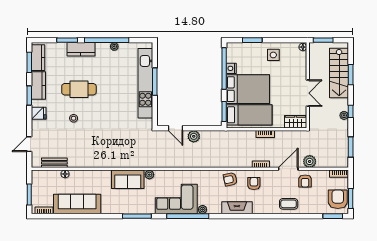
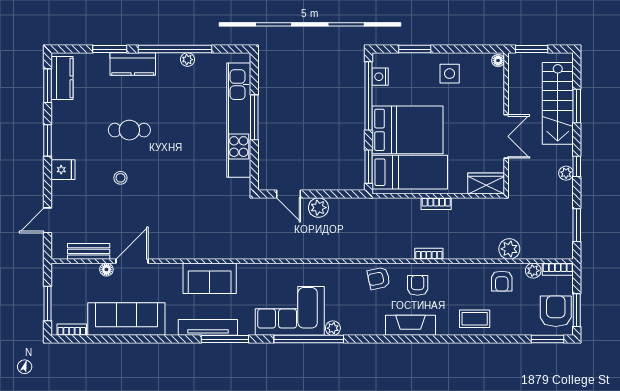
nightstand: (231, 68) -> (380, 77), moved
kitchen counter: (38, 86) -> (63, 124), removed
cafe table: (79, 89) -> (129, 130), width x0.73, depth x0.74
door: (288, 169) -> (132, 261), moved
plant: (149, 175) -> (533, 271), moved
fireplace: (237, 208) -> (410, 325), moved
tv unit: (127, 209) -> (208, 327), added

